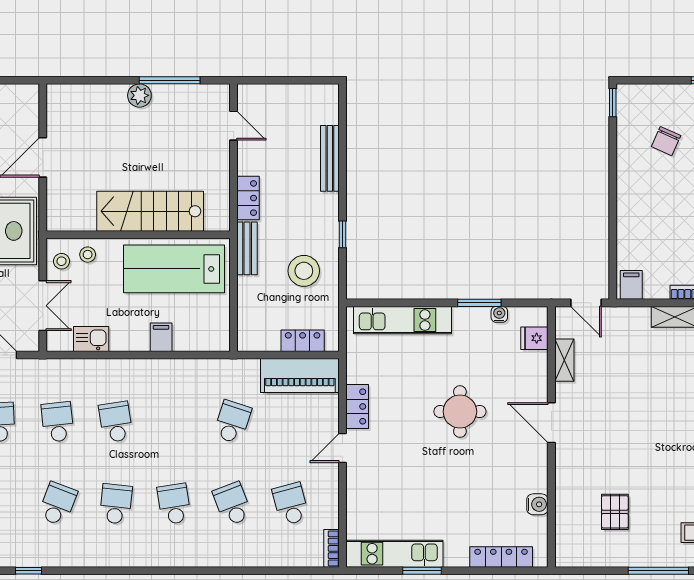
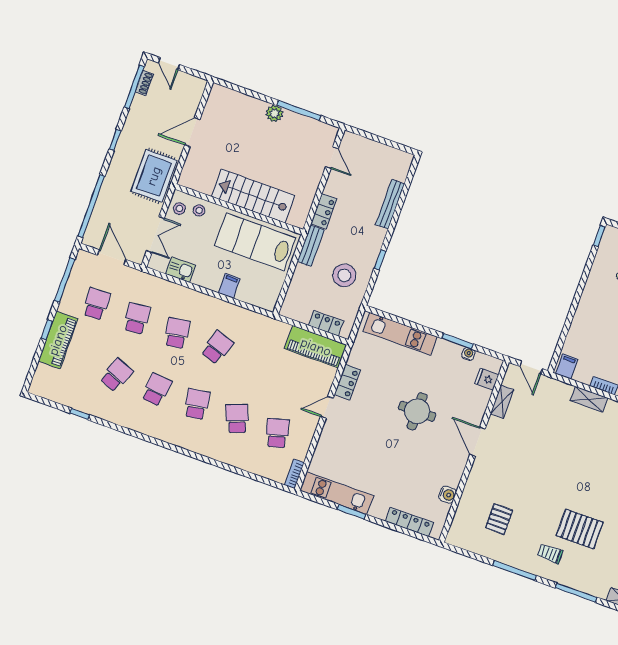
school desk: (232, 422) -> (217, 347), moved

